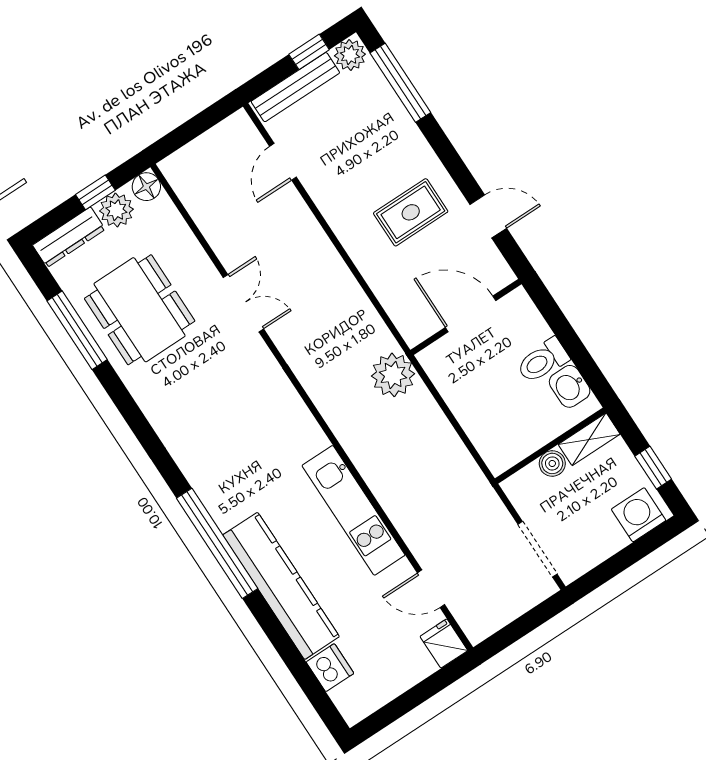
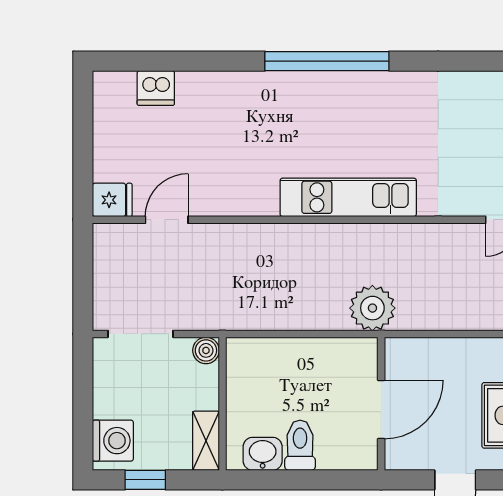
boiler: (552, 463) -> (206, 350), moved
kitchen unit: (354, 510) -> (348, 197), moved
kitchen counter: (281, 586) -> (254, 92), removed

